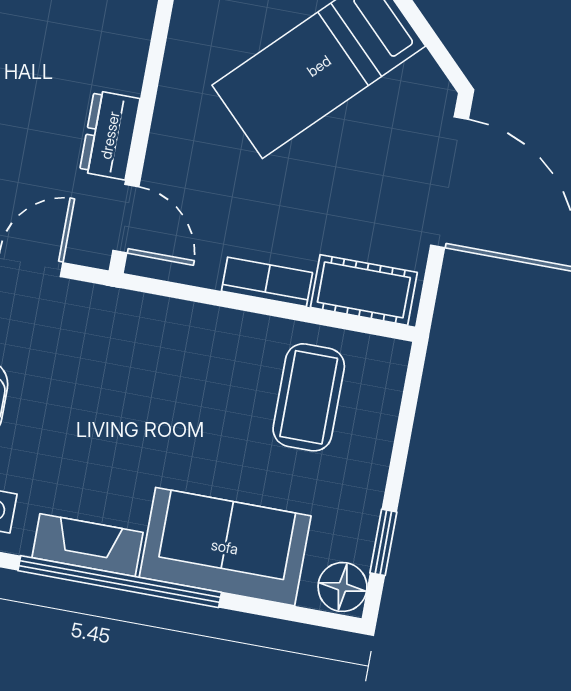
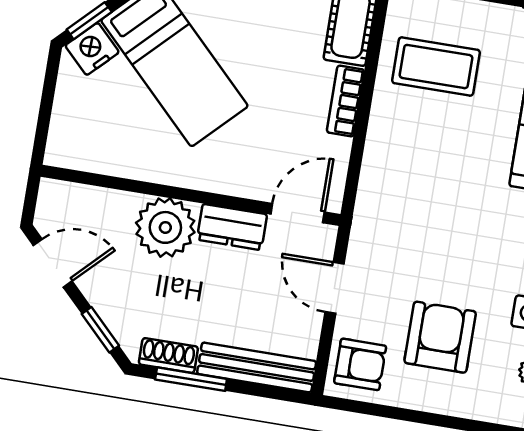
plant: (111, 51) -> (165, 227), added

